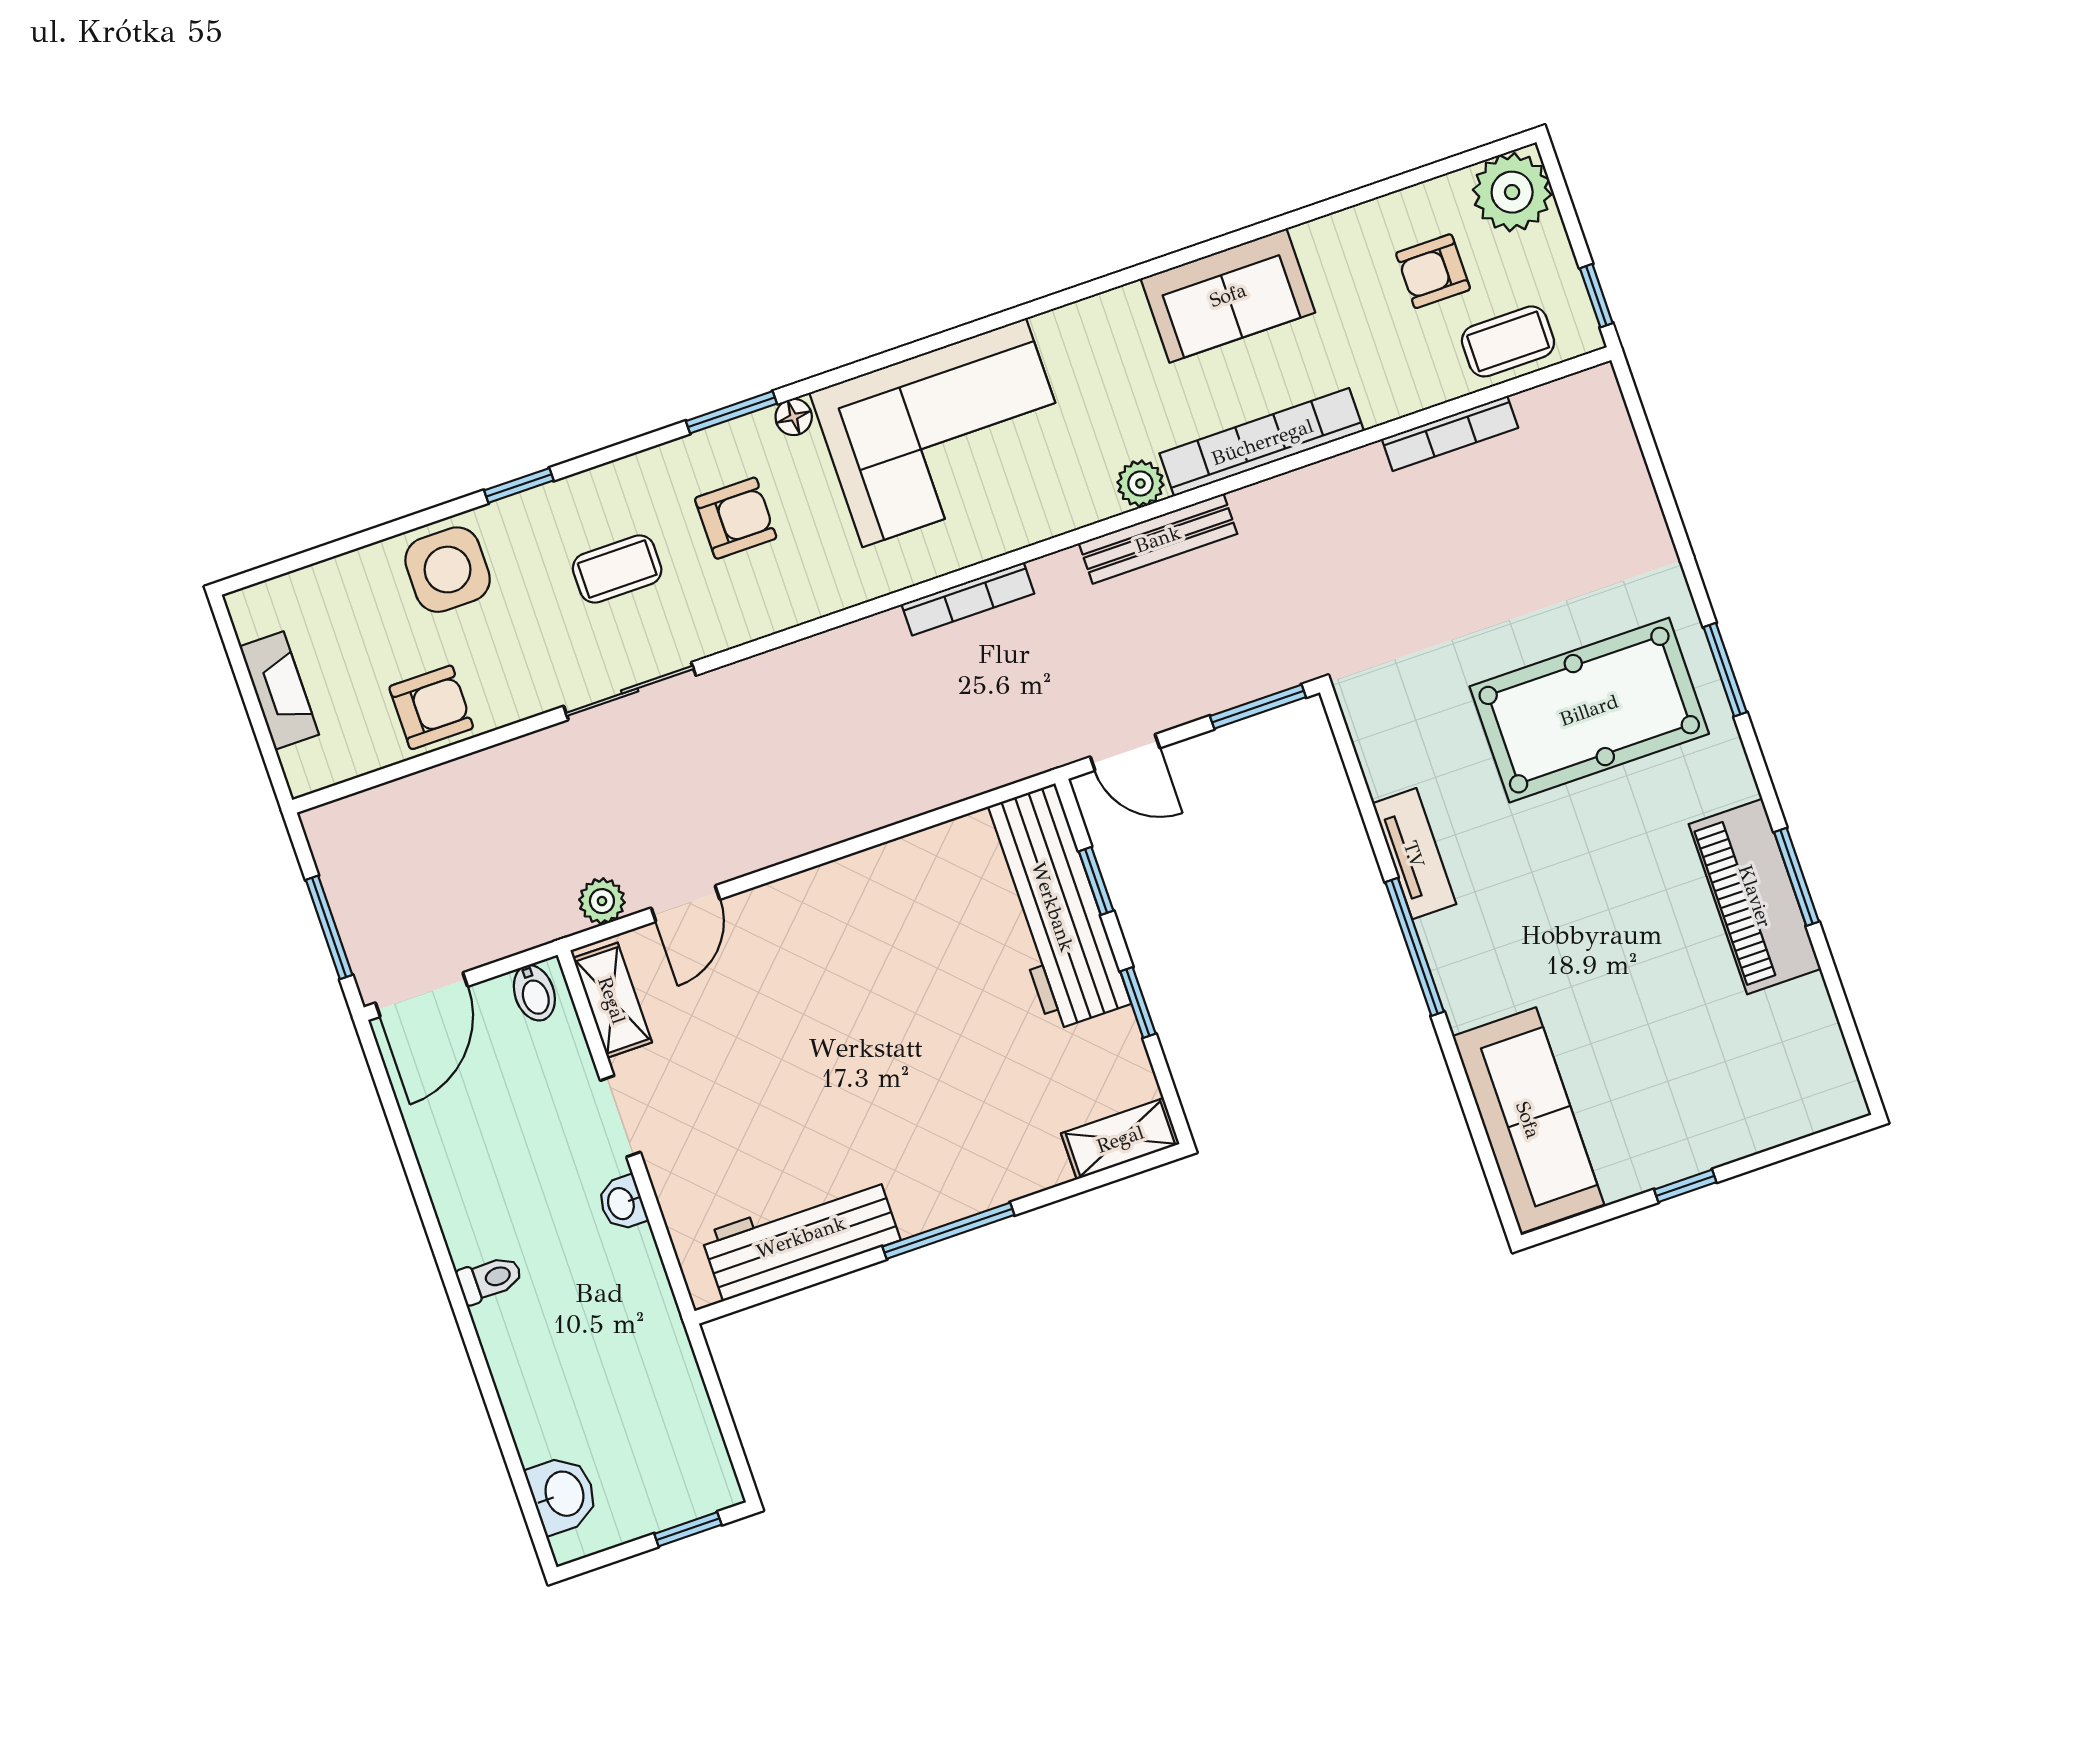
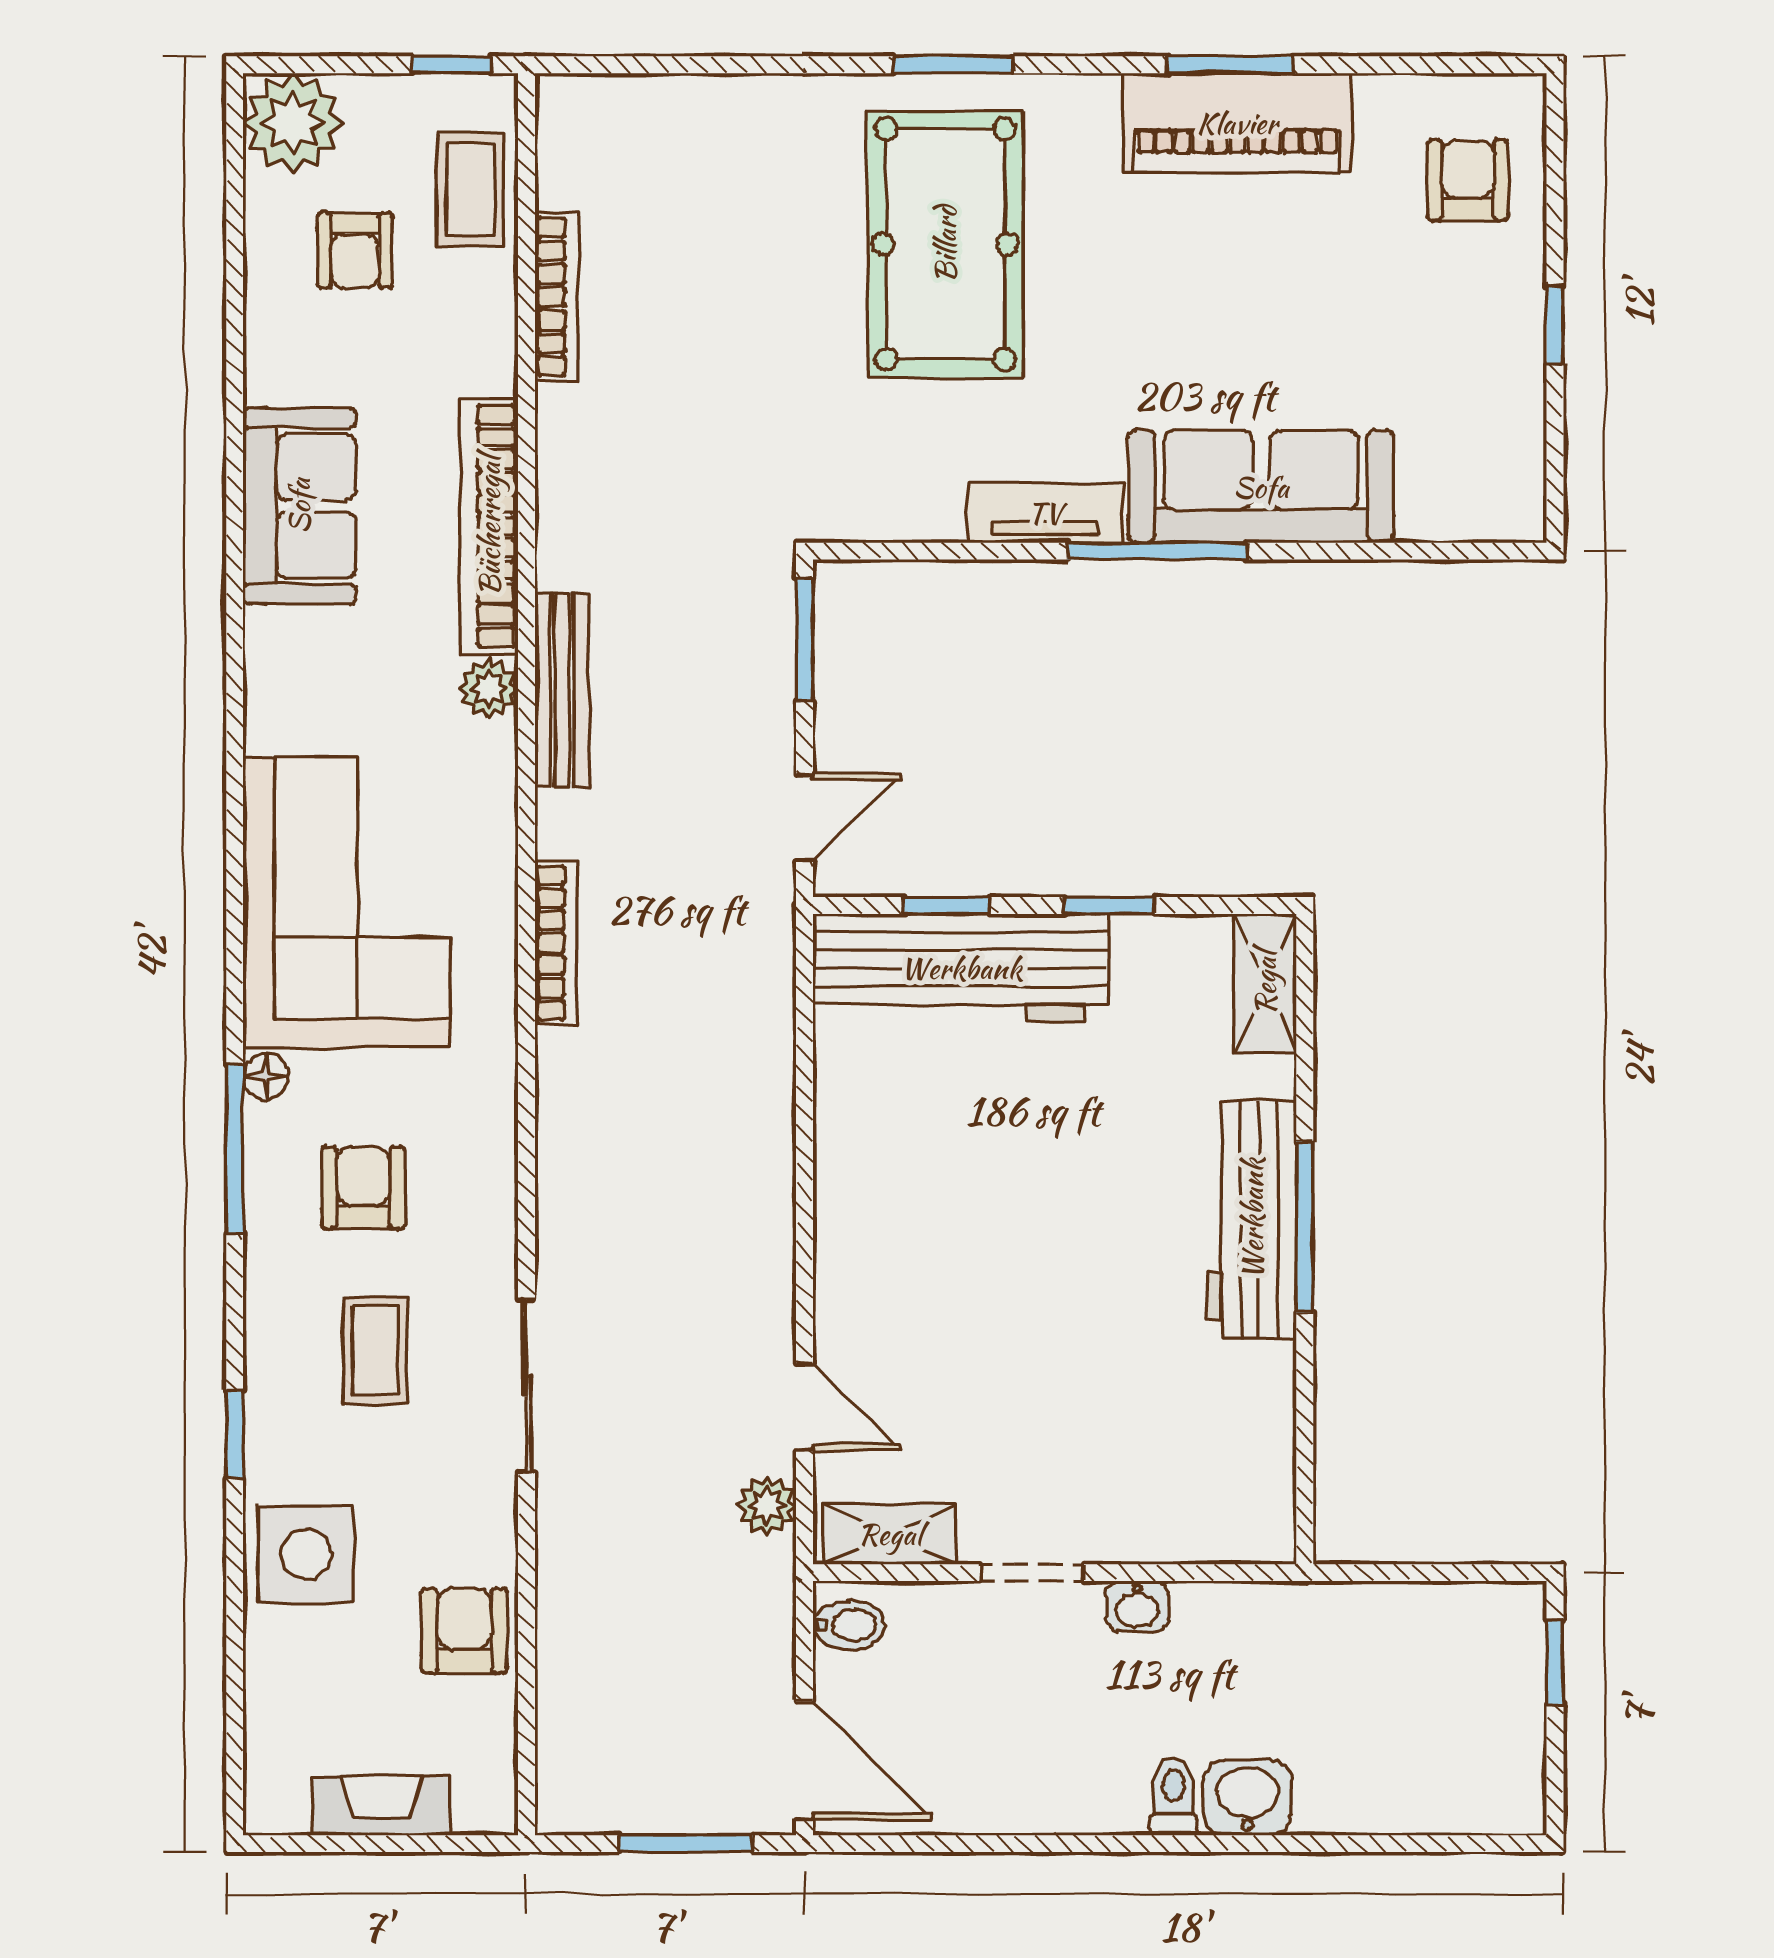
window: (731, 412) -> (235, 1149), width x1.44
armchair: (1771, 1084) -> (1468, 180), added
sofa: (1528, 1120) -> (1261, 487), moved
workbench: (801, 1237) -> (1252, 1219), moved
washbasin: (563, 1494) -> (1248, 1798), moved

